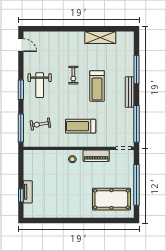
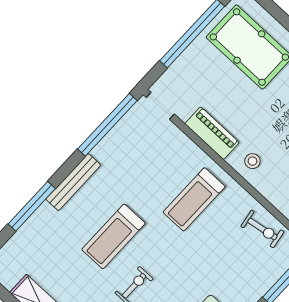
treadmill: (97, 86) -> (114, 236), turned 180
exercise bike: (40, 124) -> (262, 229), moved
treadmill: (81, 126) -> (194, 199), turned 90

